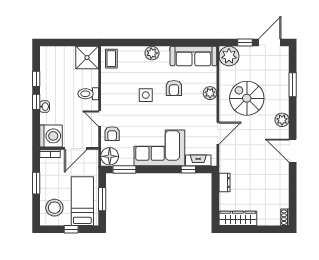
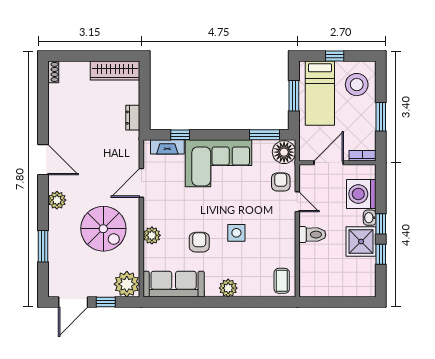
shower: (87, 58) -> (361, 242), moved
washing machine: (51, 136) -> (361, 194), moved

